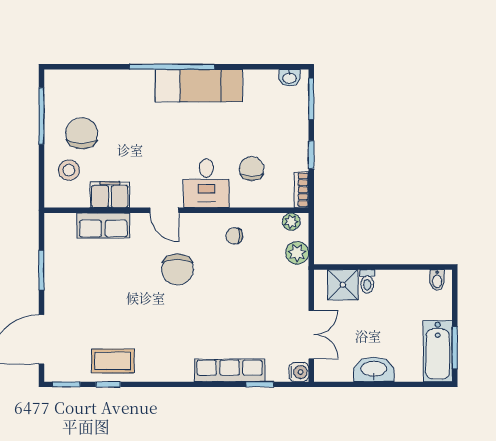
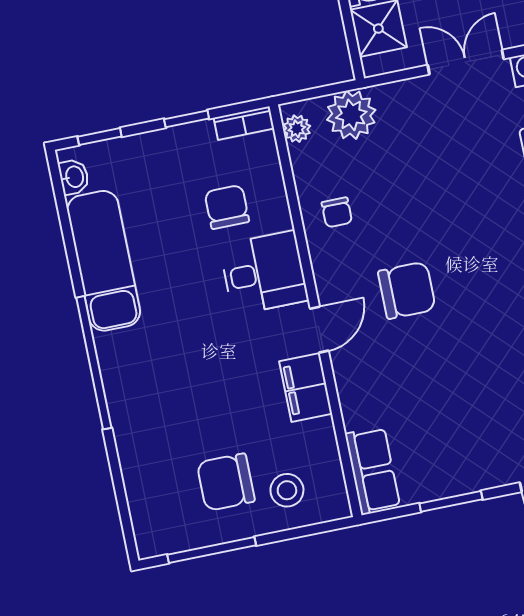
exam couch: (199, 86) -> (104, 261), moved
window: (311, 99) -> (100, 137), width x0.67
chair: (252, 169) -> (227, 207), turned 90
filing cabinet: (110, 195) -> (306, 387), moved
row of seats: (103, 226) -> (373, 471), moved
plant: (297, 253) -> (351, 115), width x1.36, depth x1.36

